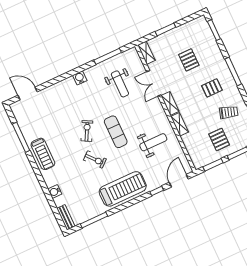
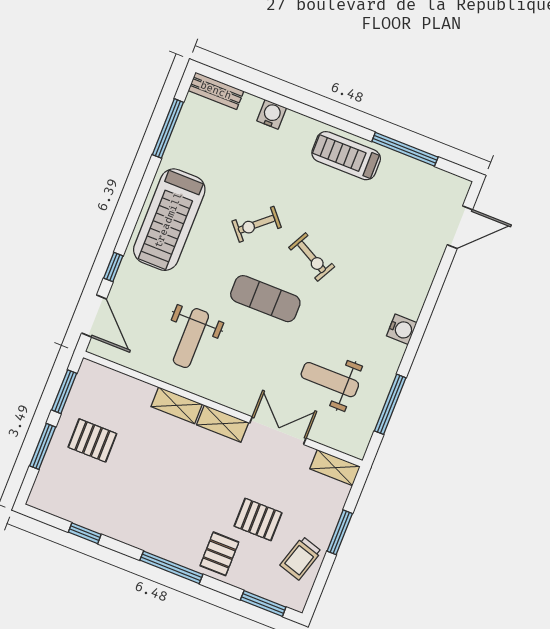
pallet: (212, 88) -> (219, 554), moved
trolley: (229, 112) -> (301, 558), moved

